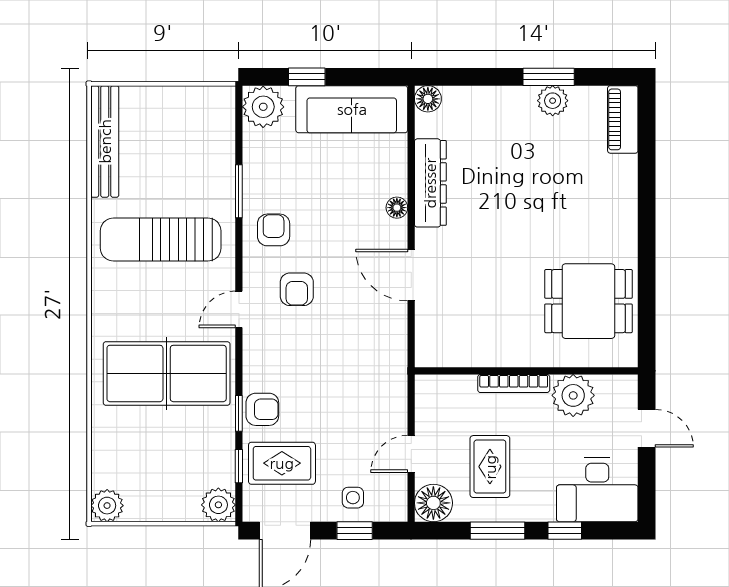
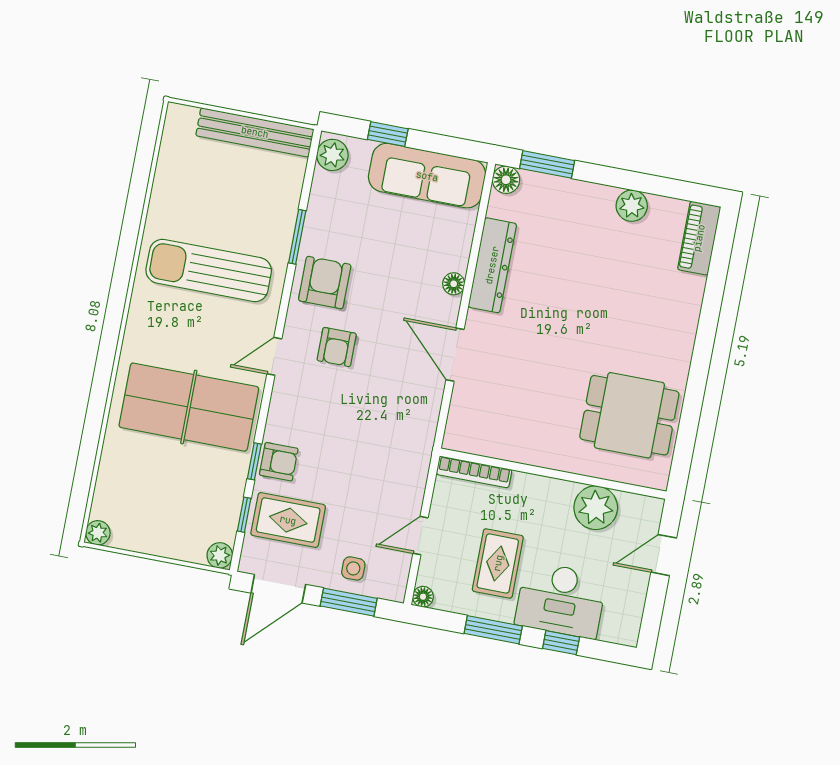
window: (549, 77) -> (547, 164), moved
plant: (263, 107) -> (332, 155), width x0.73, depth x0.73
bench: (105, 141) -> (255, 132), moved, turned 90
armchair: (274, 230) -> (325, 283), width x1.38, depth x1.38
bookcase: (514, 383) -> (474, 472), moved
door: (647, 428) -> (664, 555), swing flipped
desk: (597, 490) -> (561, 600), moved
floor lamp: (433, 503) -> (423, 597), width x0.53, depth x0.53
plant: (218, 505) -> (220, 555), width x0.73, depth x0.73
plant: (107, 506) -> (98, 533), width x0.73, depth x0.73
window: (355, 531) -> (349, 602), width x1.50

